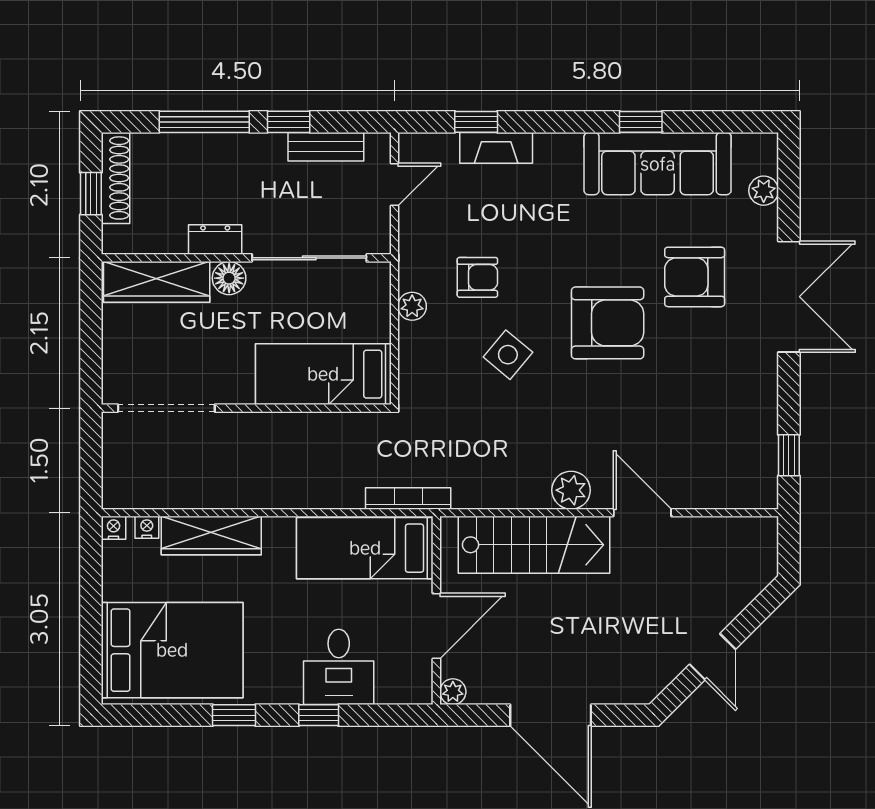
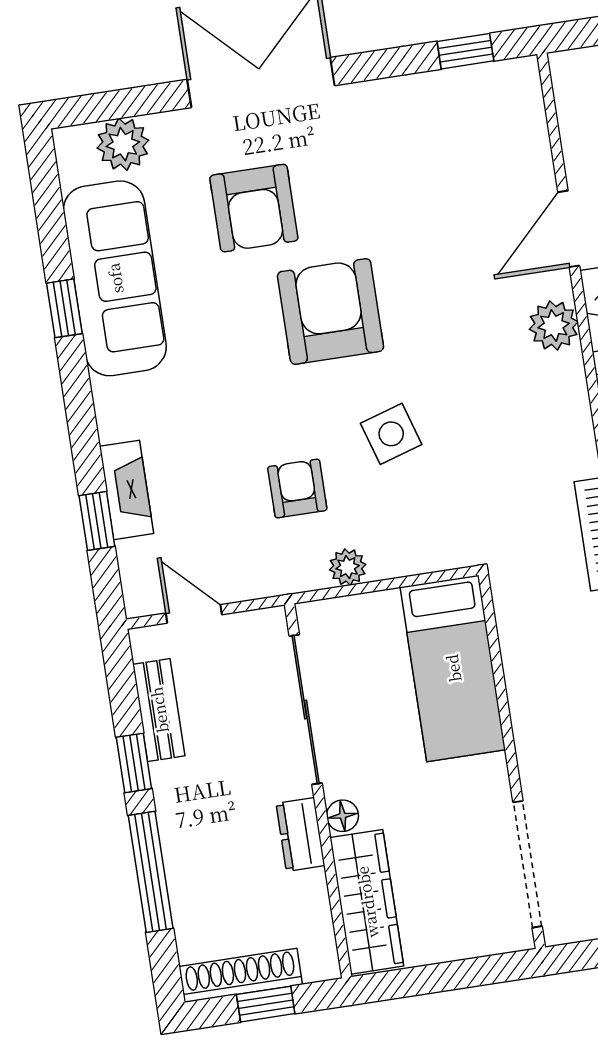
plant: (764, 191) -> (123, 144), width x1.38, depth x1.38
floor lamp: (229, 278) -> (343, 816), width x0.73, depth x0.73
side table: (508, 355) -> (391, 434), turned 33

